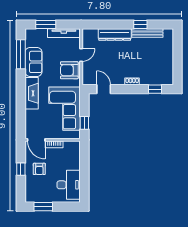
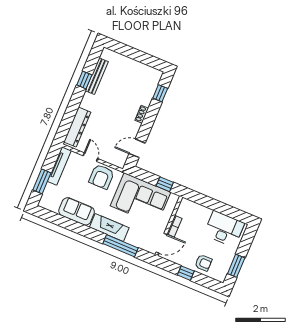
dresser: (115, 35) -> (77, 127), moved
window: (21, 54) -> (121, 246), moved
armchair: (39, 169) -> (203, 263), moved

